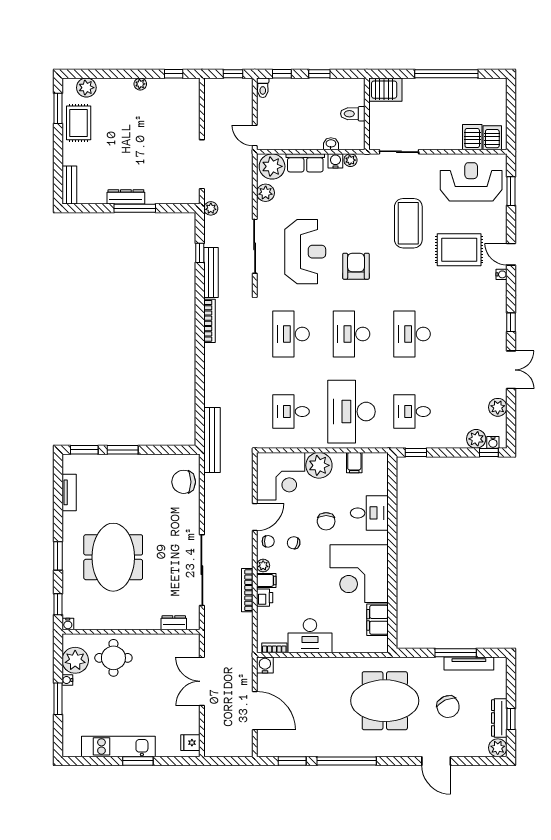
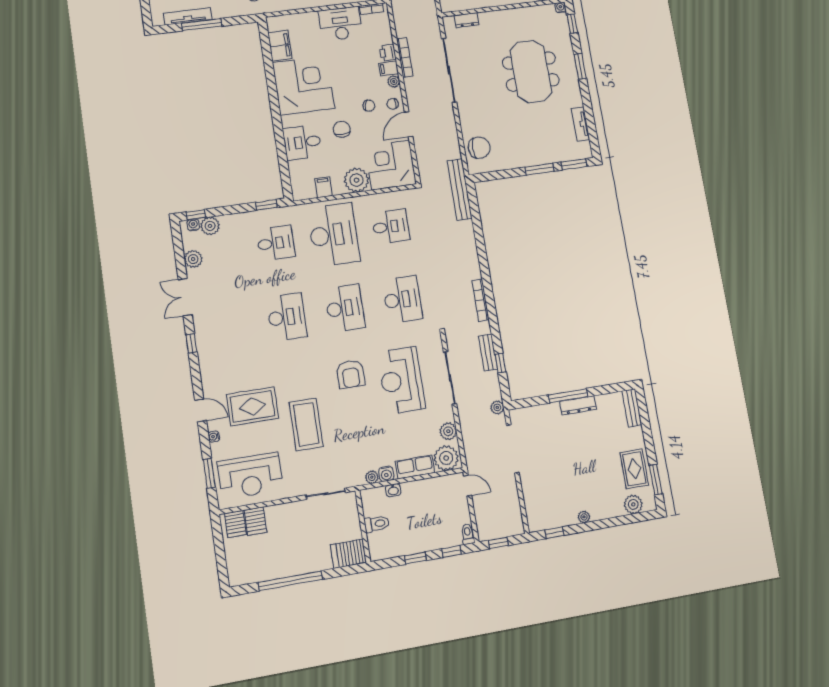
bench: (211, 272) -> (488, 353), width x0.73
water cooler: (501, 274) -> (214, 437), moved

